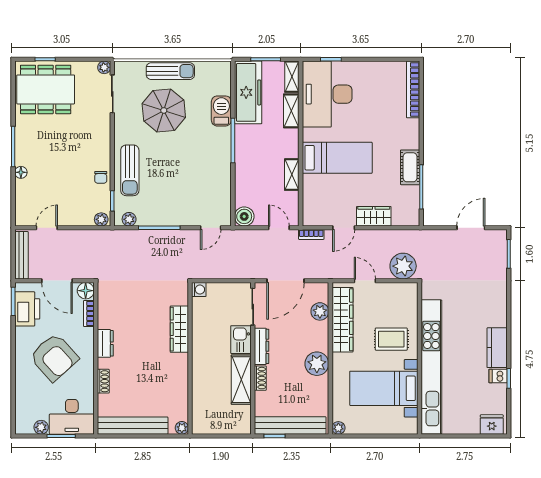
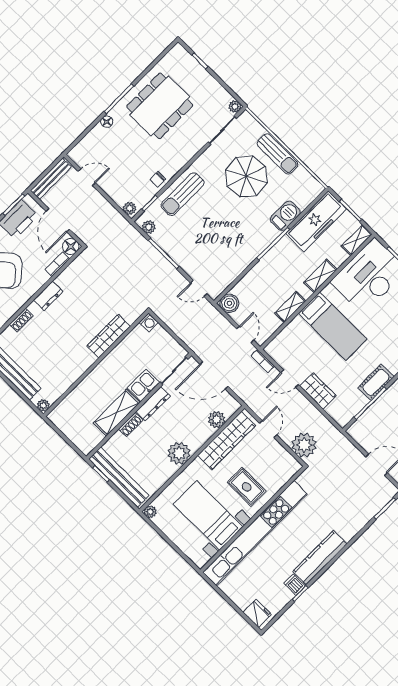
dining table: (46, 89) -> (160, 106), moved, turned 90
shelving: (291, 111) -> (320, 276), moved
kitchen counter: (497, 348) -> (320, 558), width x1.50

